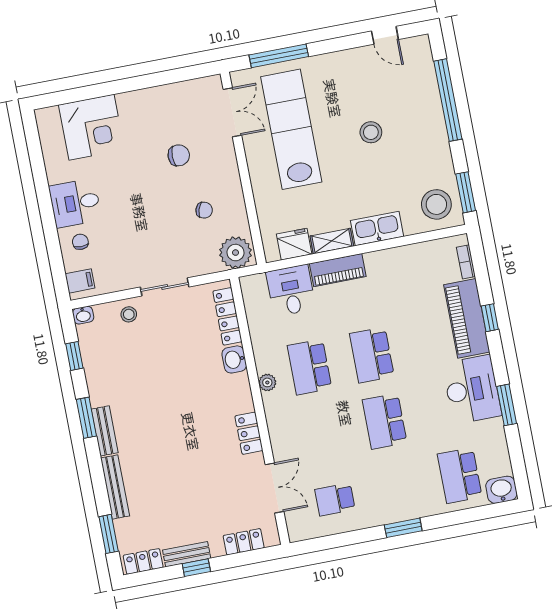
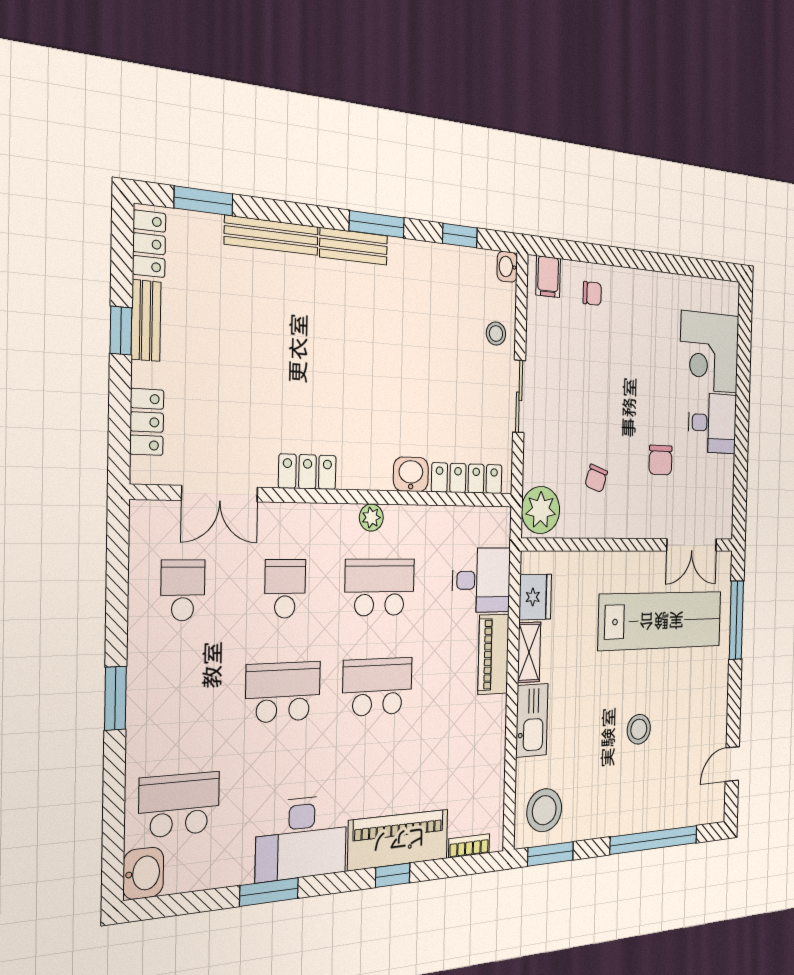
desk: (75, 203) -> (712, 423), moved, turned 90
school desk: (322, 433) -> (285, 589), added

